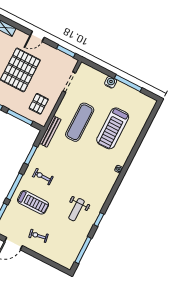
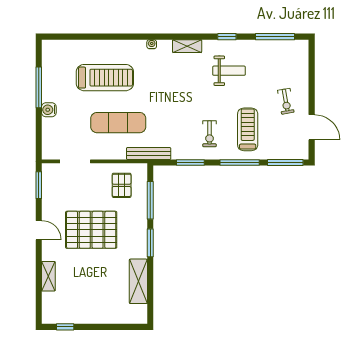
pallet: (39, 104) -> (122, 185), turned 90
shelving: (106, 191) -> (187, 46), added

